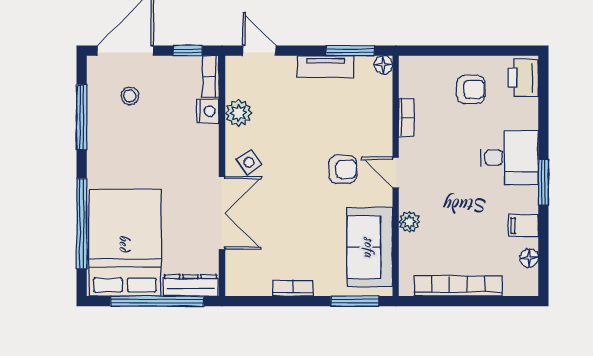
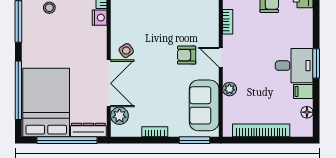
plant: (239, 113) -> (119, 116), moved
desk: (509, 158) -> (294, 66), moved
armchair: (343, 169) -> (187, 55), turned 180

